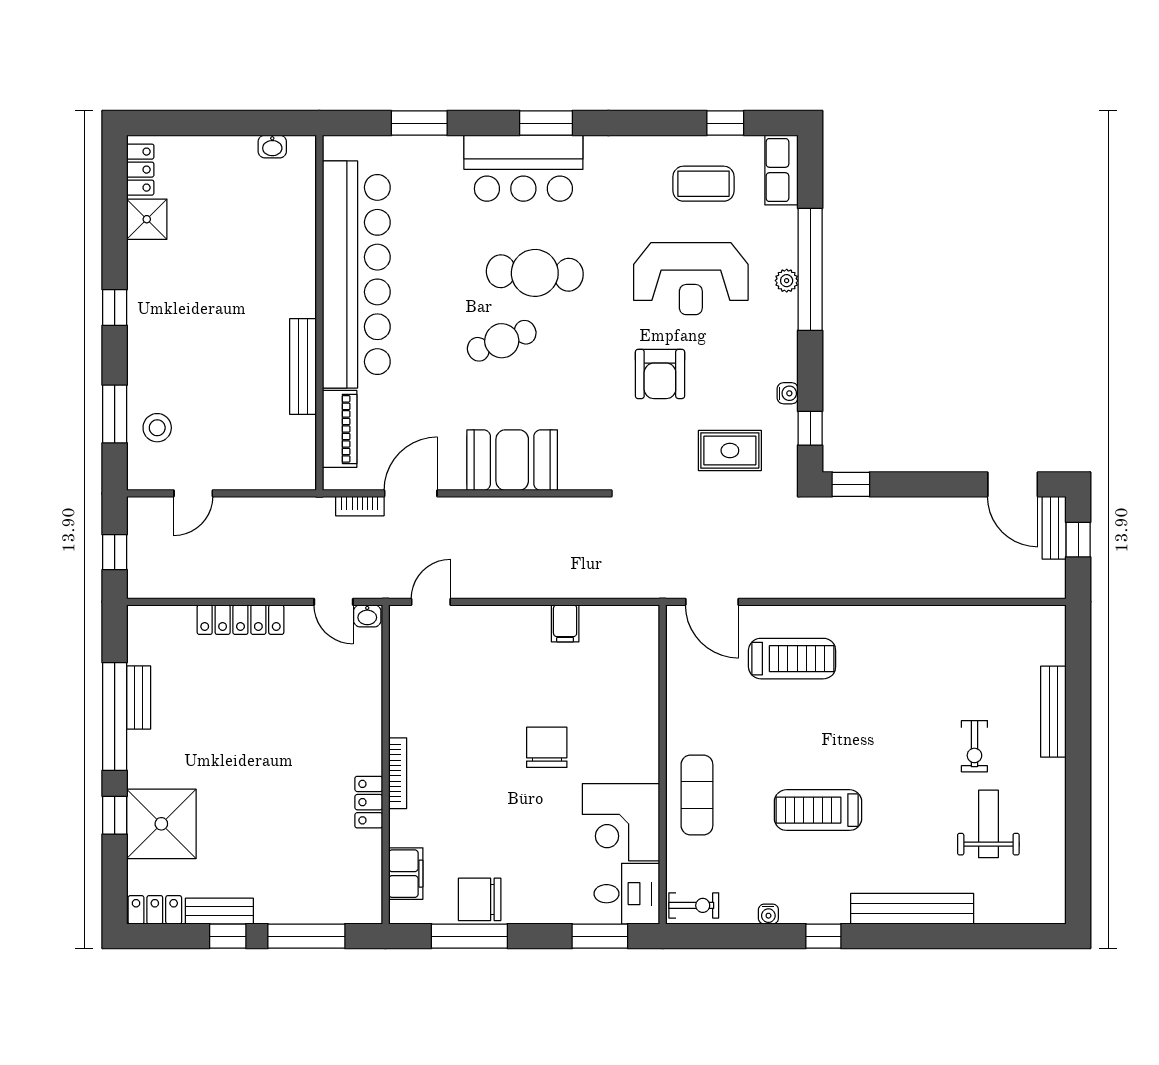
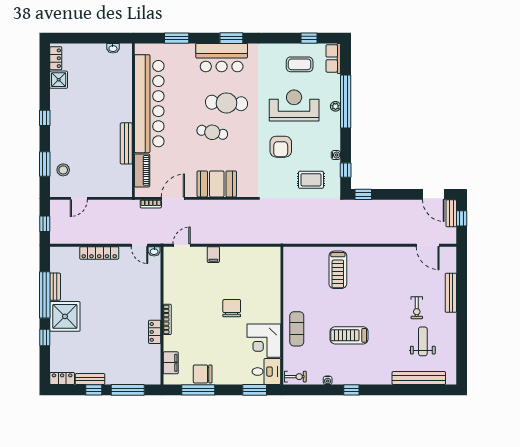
reception desk: (691, 279) -> (294, 105), turned 180
cafe table: (502, 341) -> (212, 132), turned 31
door: (712, 602) -> (428, 245), moved
filing cabinet: (565, 623) -> (213, 255), moved
treadmill: (792, 659) -> (338, 270), turned 90
shower: (161, 824) -> (65, 316), moved
bench: (912, 909) -> (419, 378), moved

